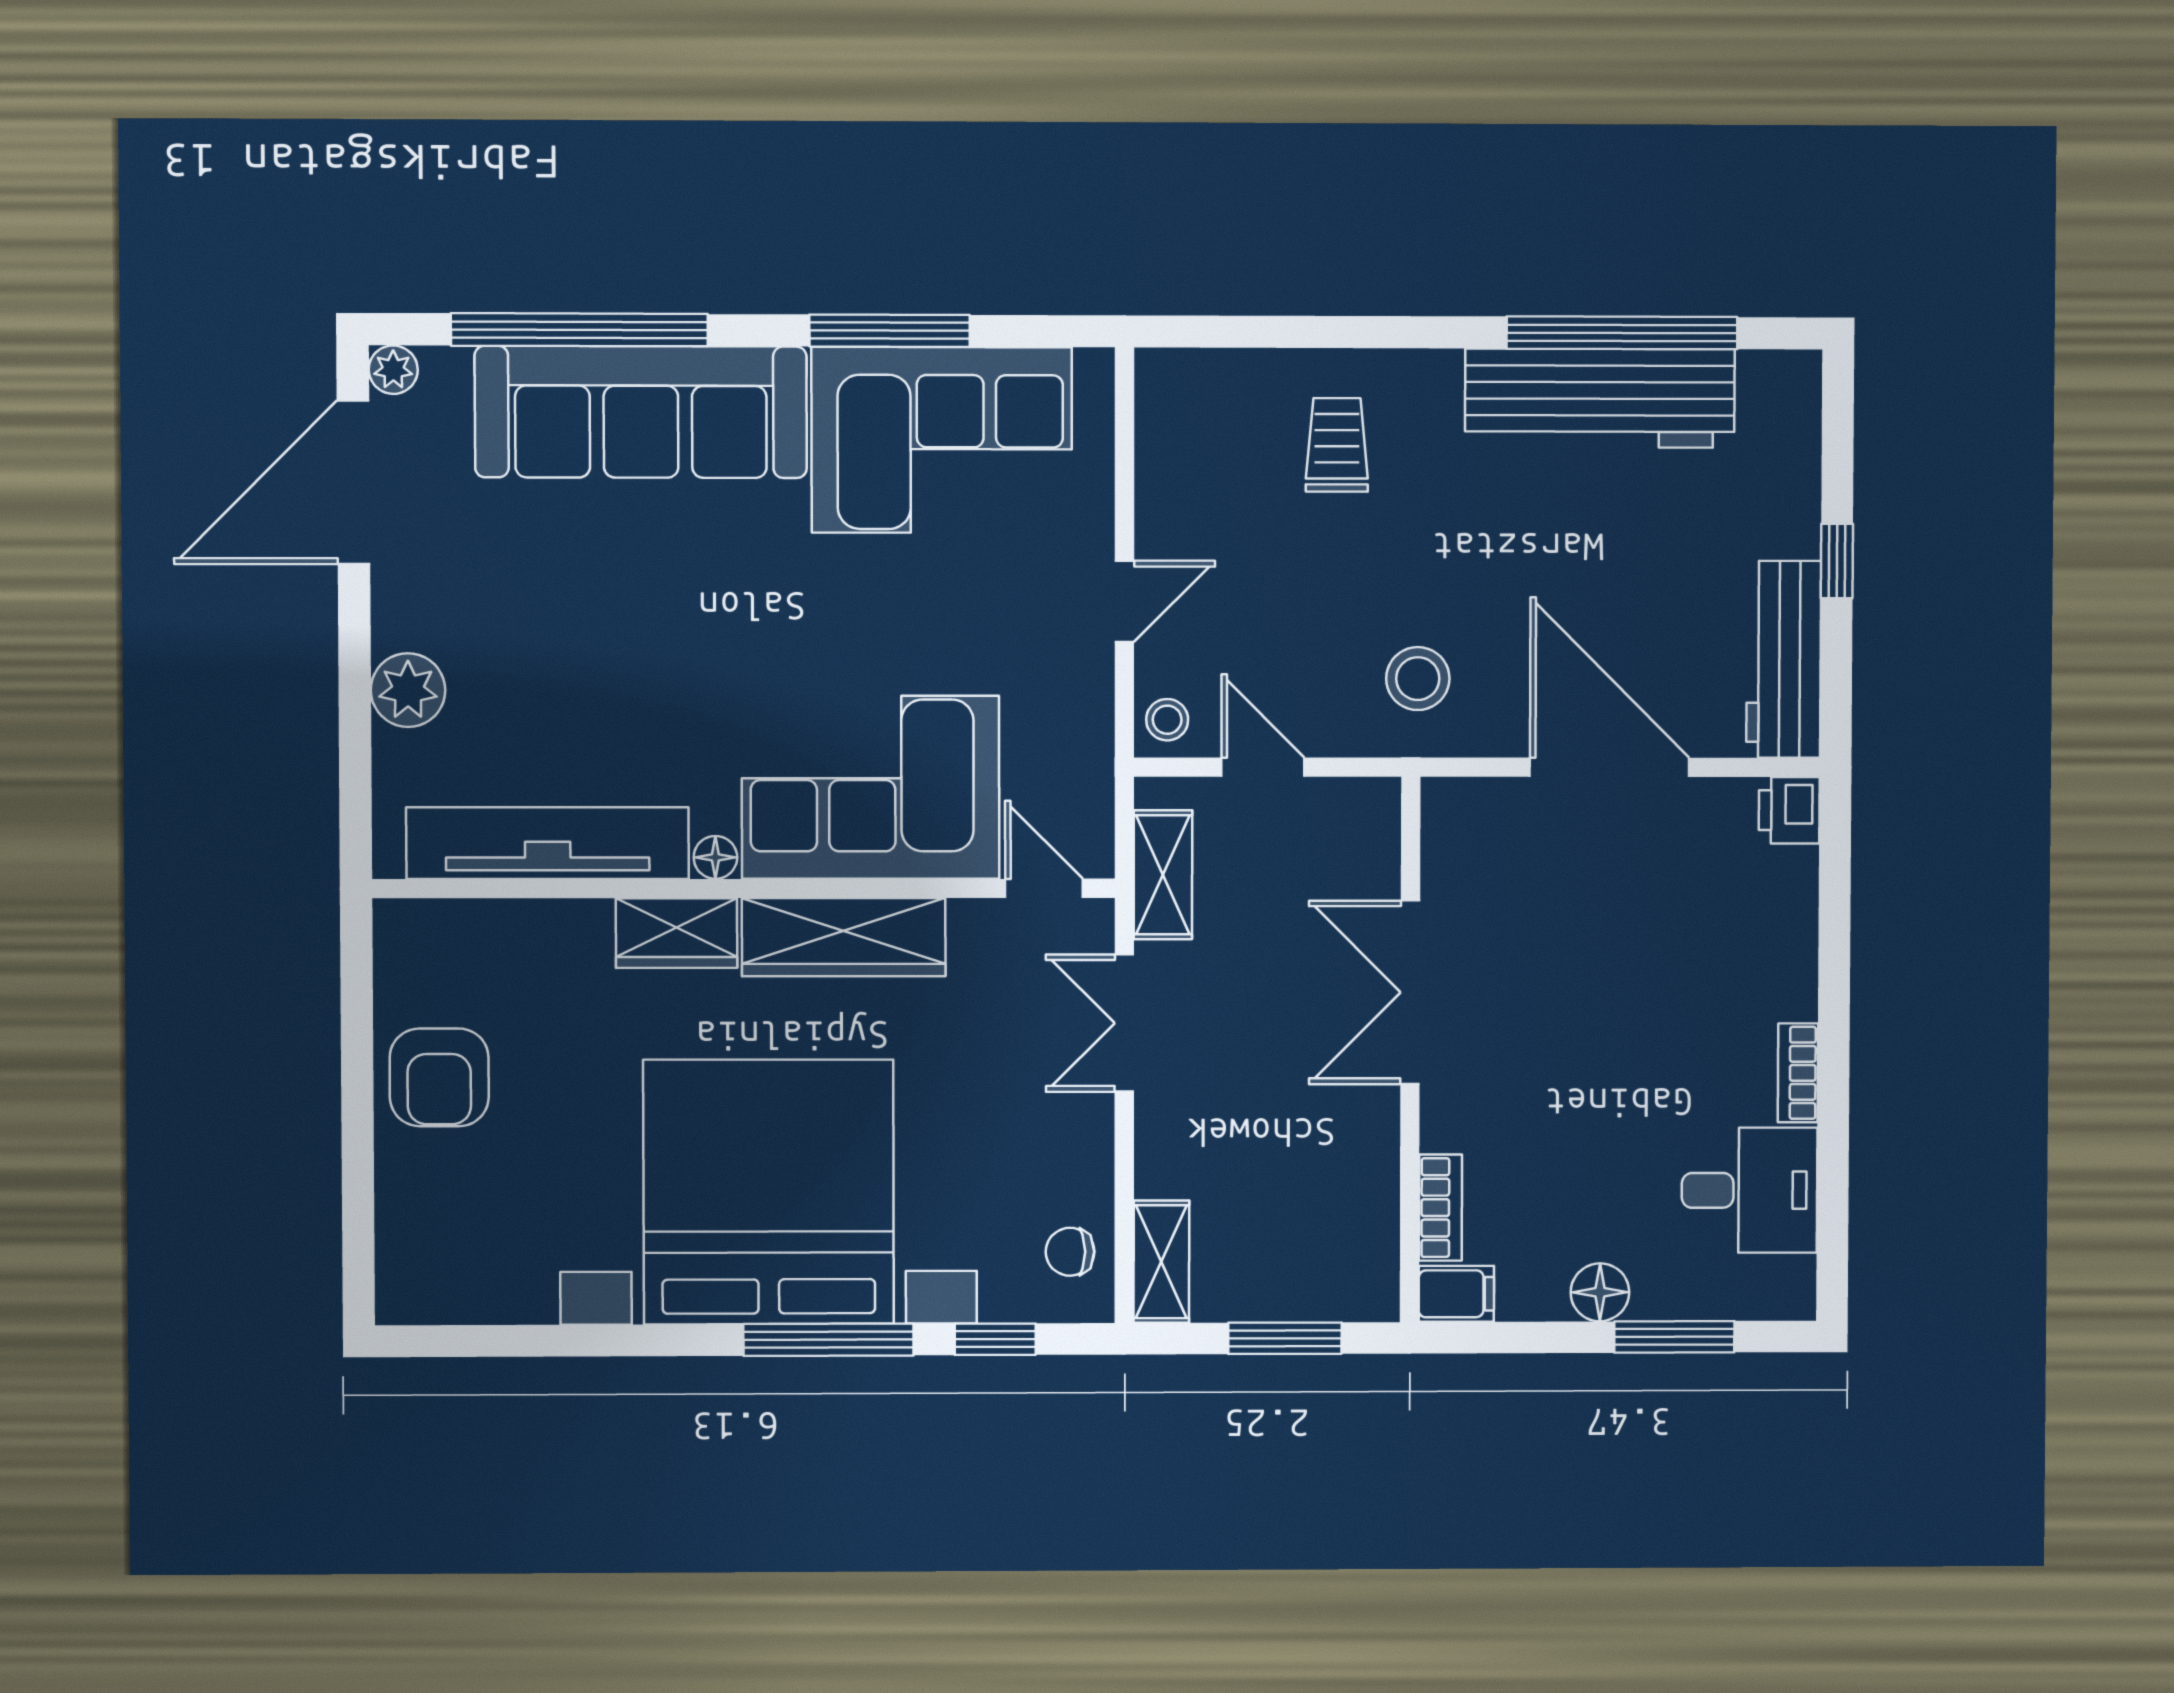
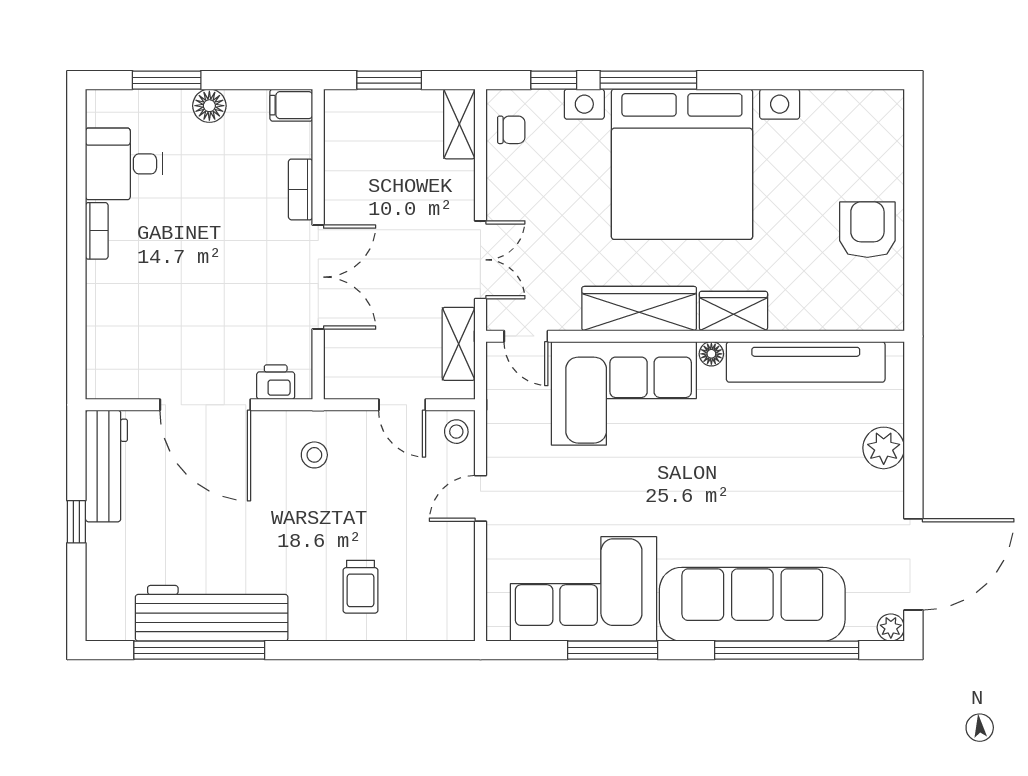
stool: (1418, 679) -> (314, 455), width x0.73, depth x0.73
printer: (1789, 810) -> (276, 382), moved, turned -90
bookcase: (1440, 1208) -> (301, 189), moved

